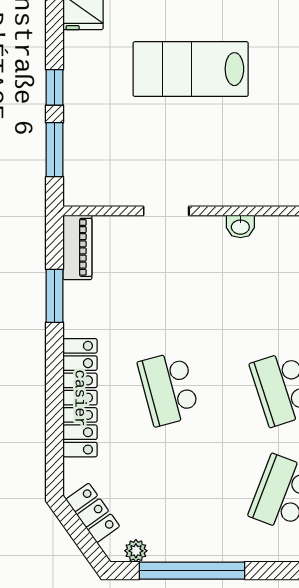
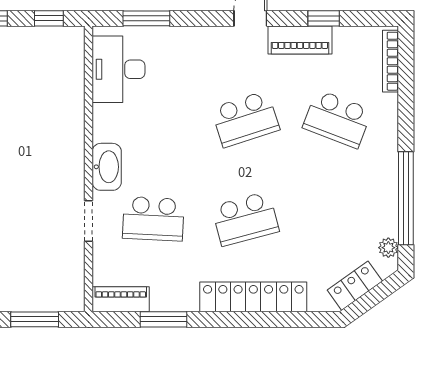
washbasin: (240, 226) -> (107, 167), width x1.91, depth x1.45
school desk: (169, 284) -> (153, 219), added

